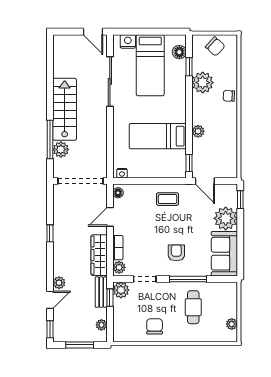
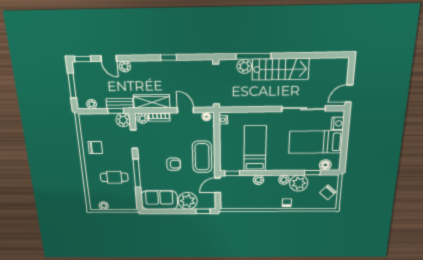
plant: (198, 101) -> (284, 180), added
coffee table: (168, 199) -> (202, 157), width x1.86, depth x1.72
armchair: (176, 253) -> (174, 164), moved

